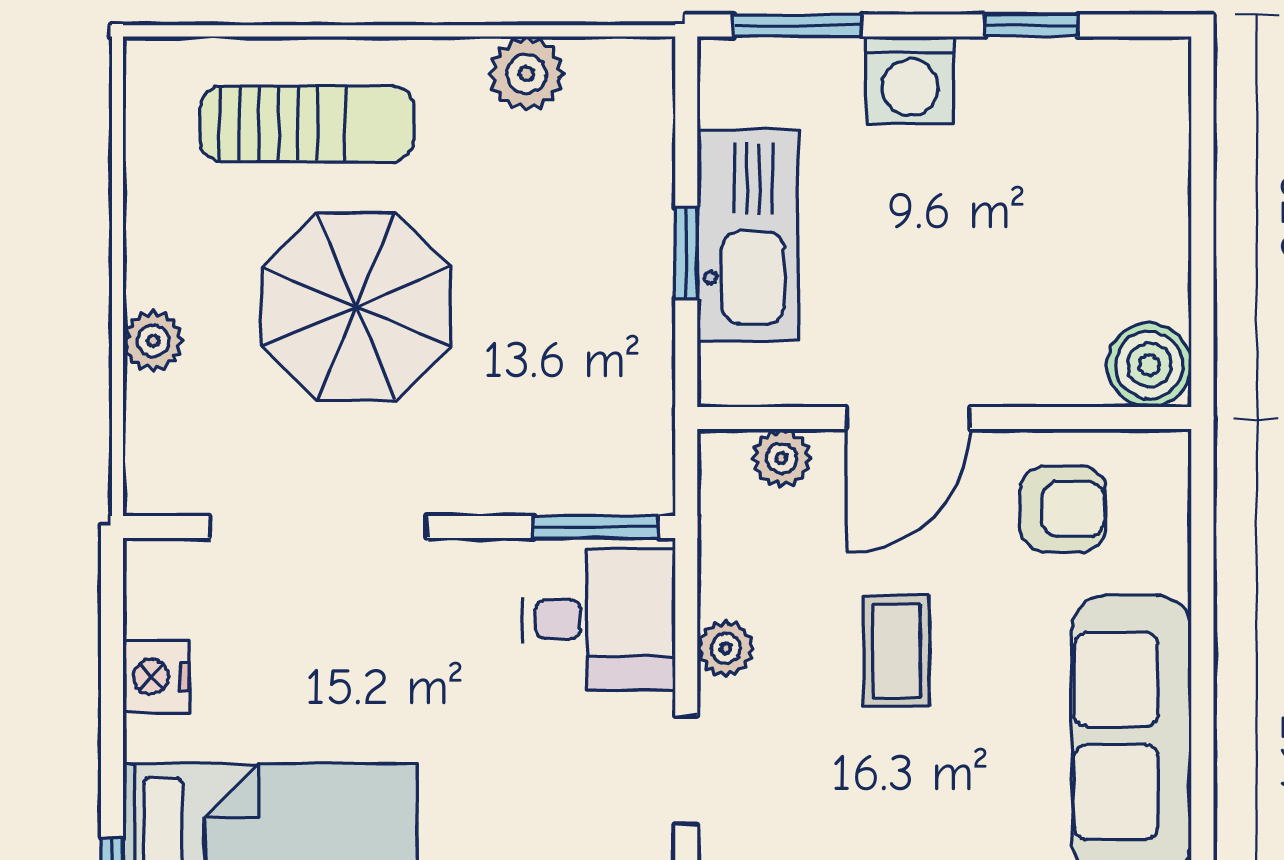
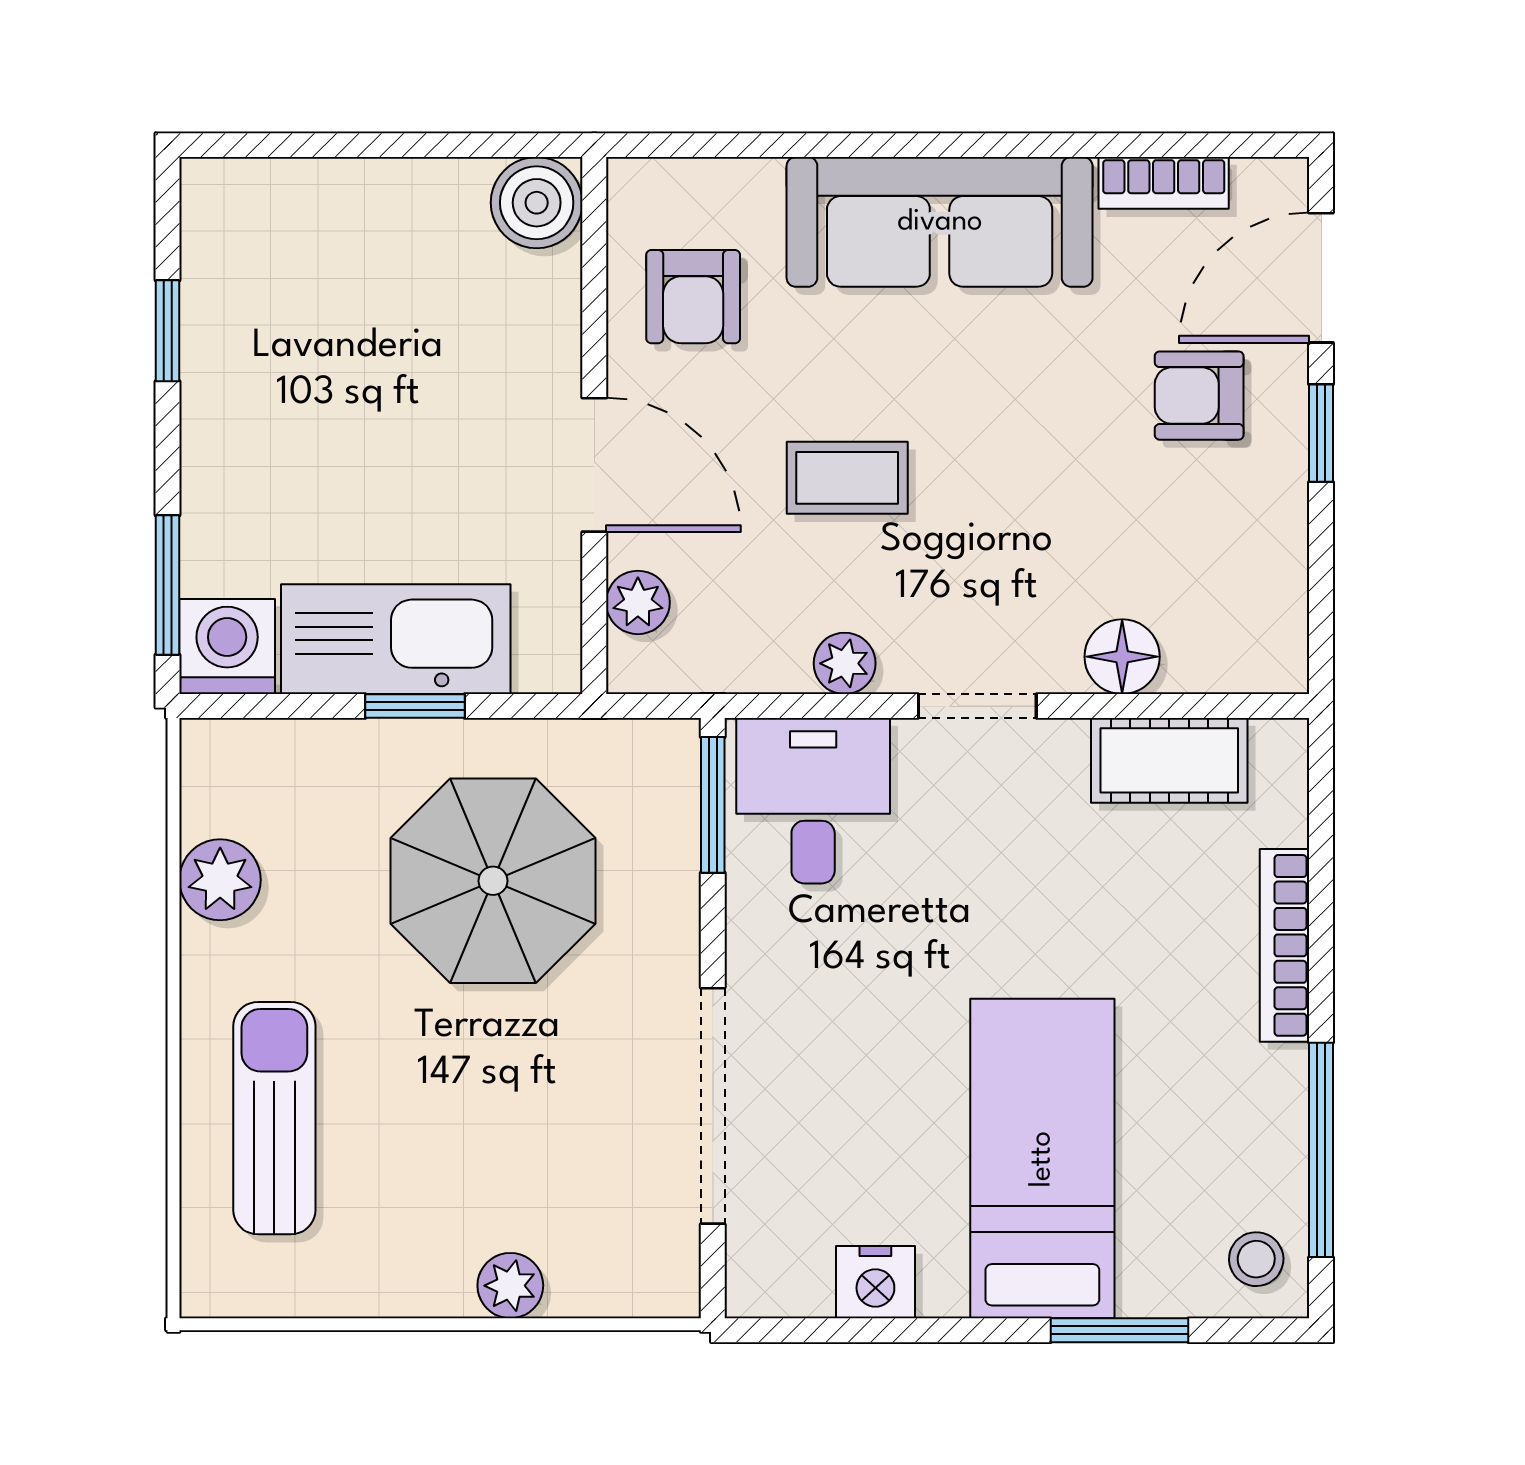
washing machine: (910, 80) -> (227, 647), moved, turned -90
parasol: (356, 307) -> (493, 881), moved
armchair: (1063, 509) -> (693, 297), turned 180

